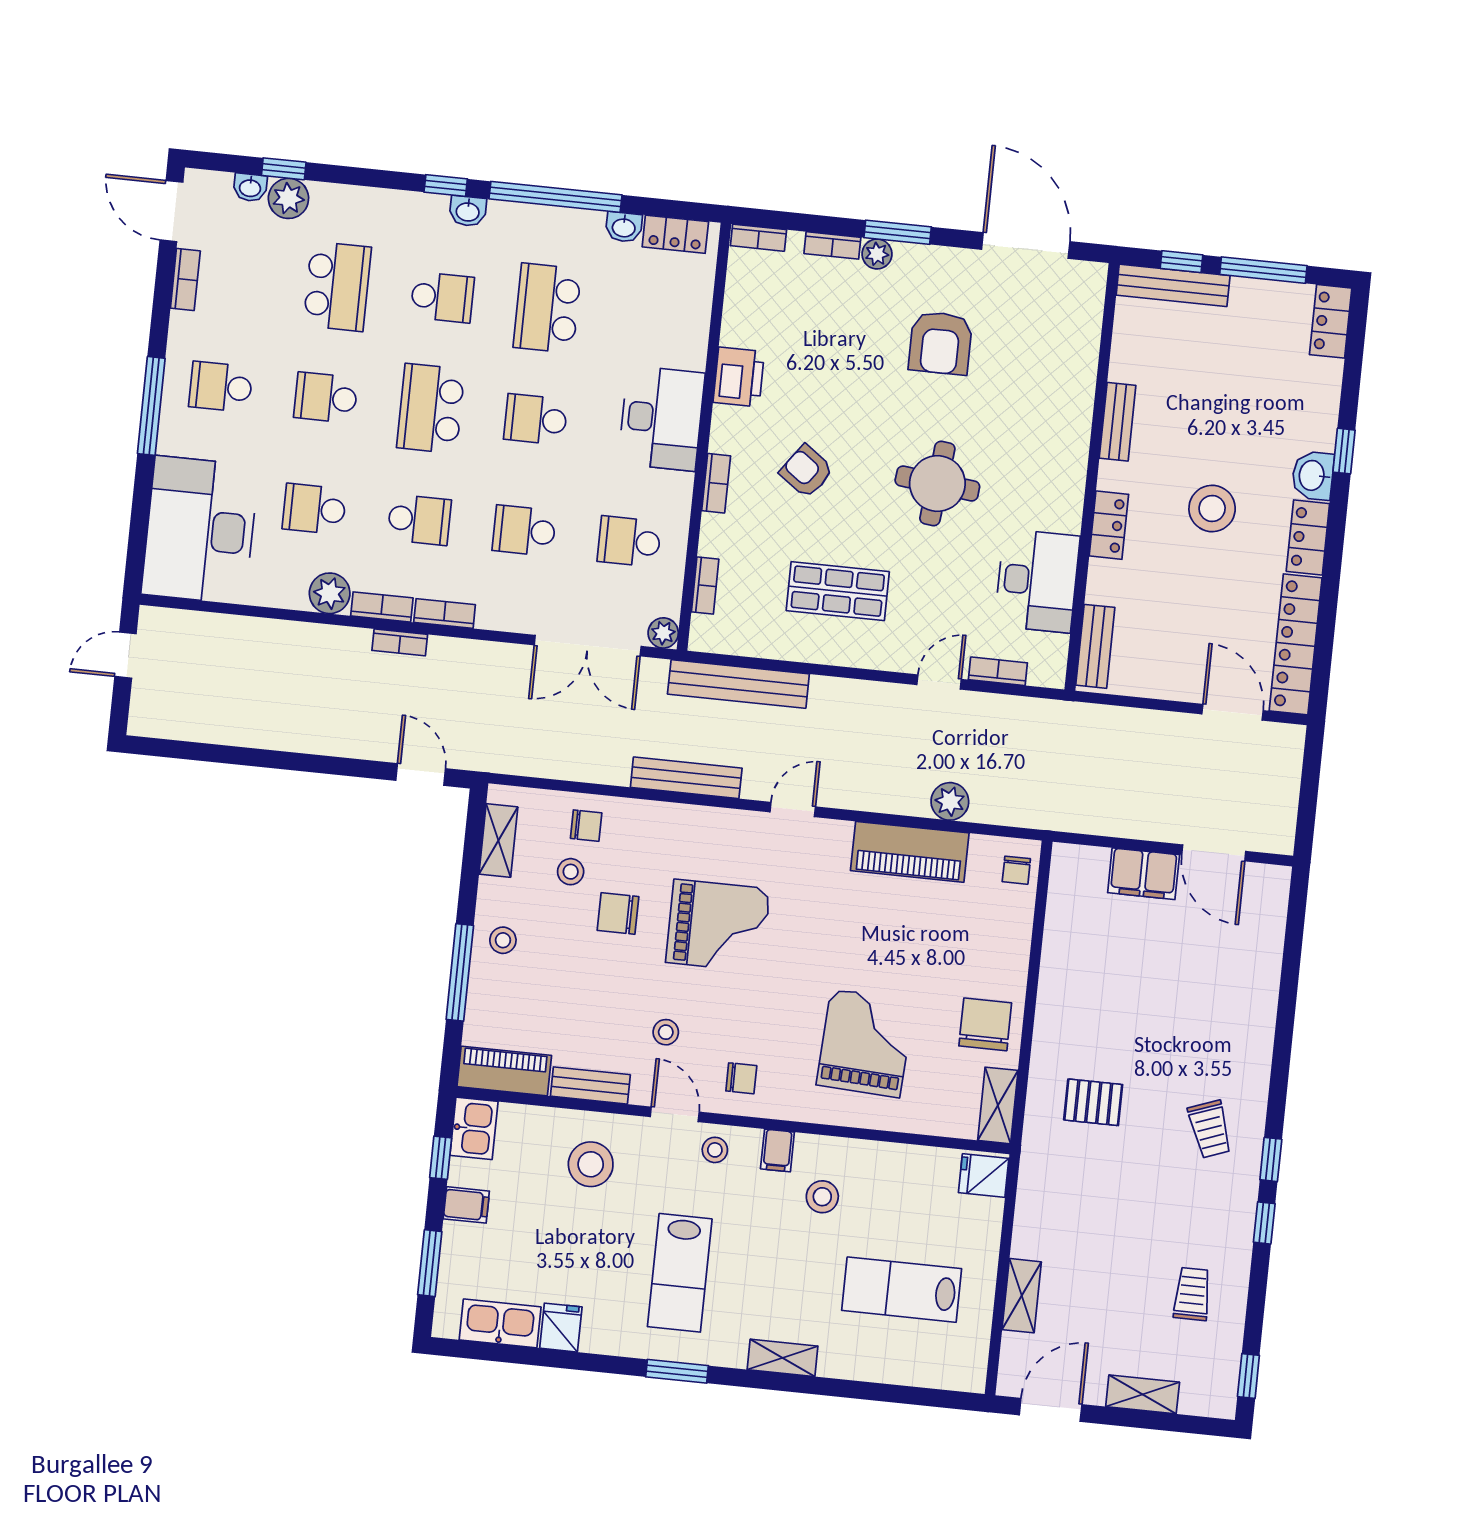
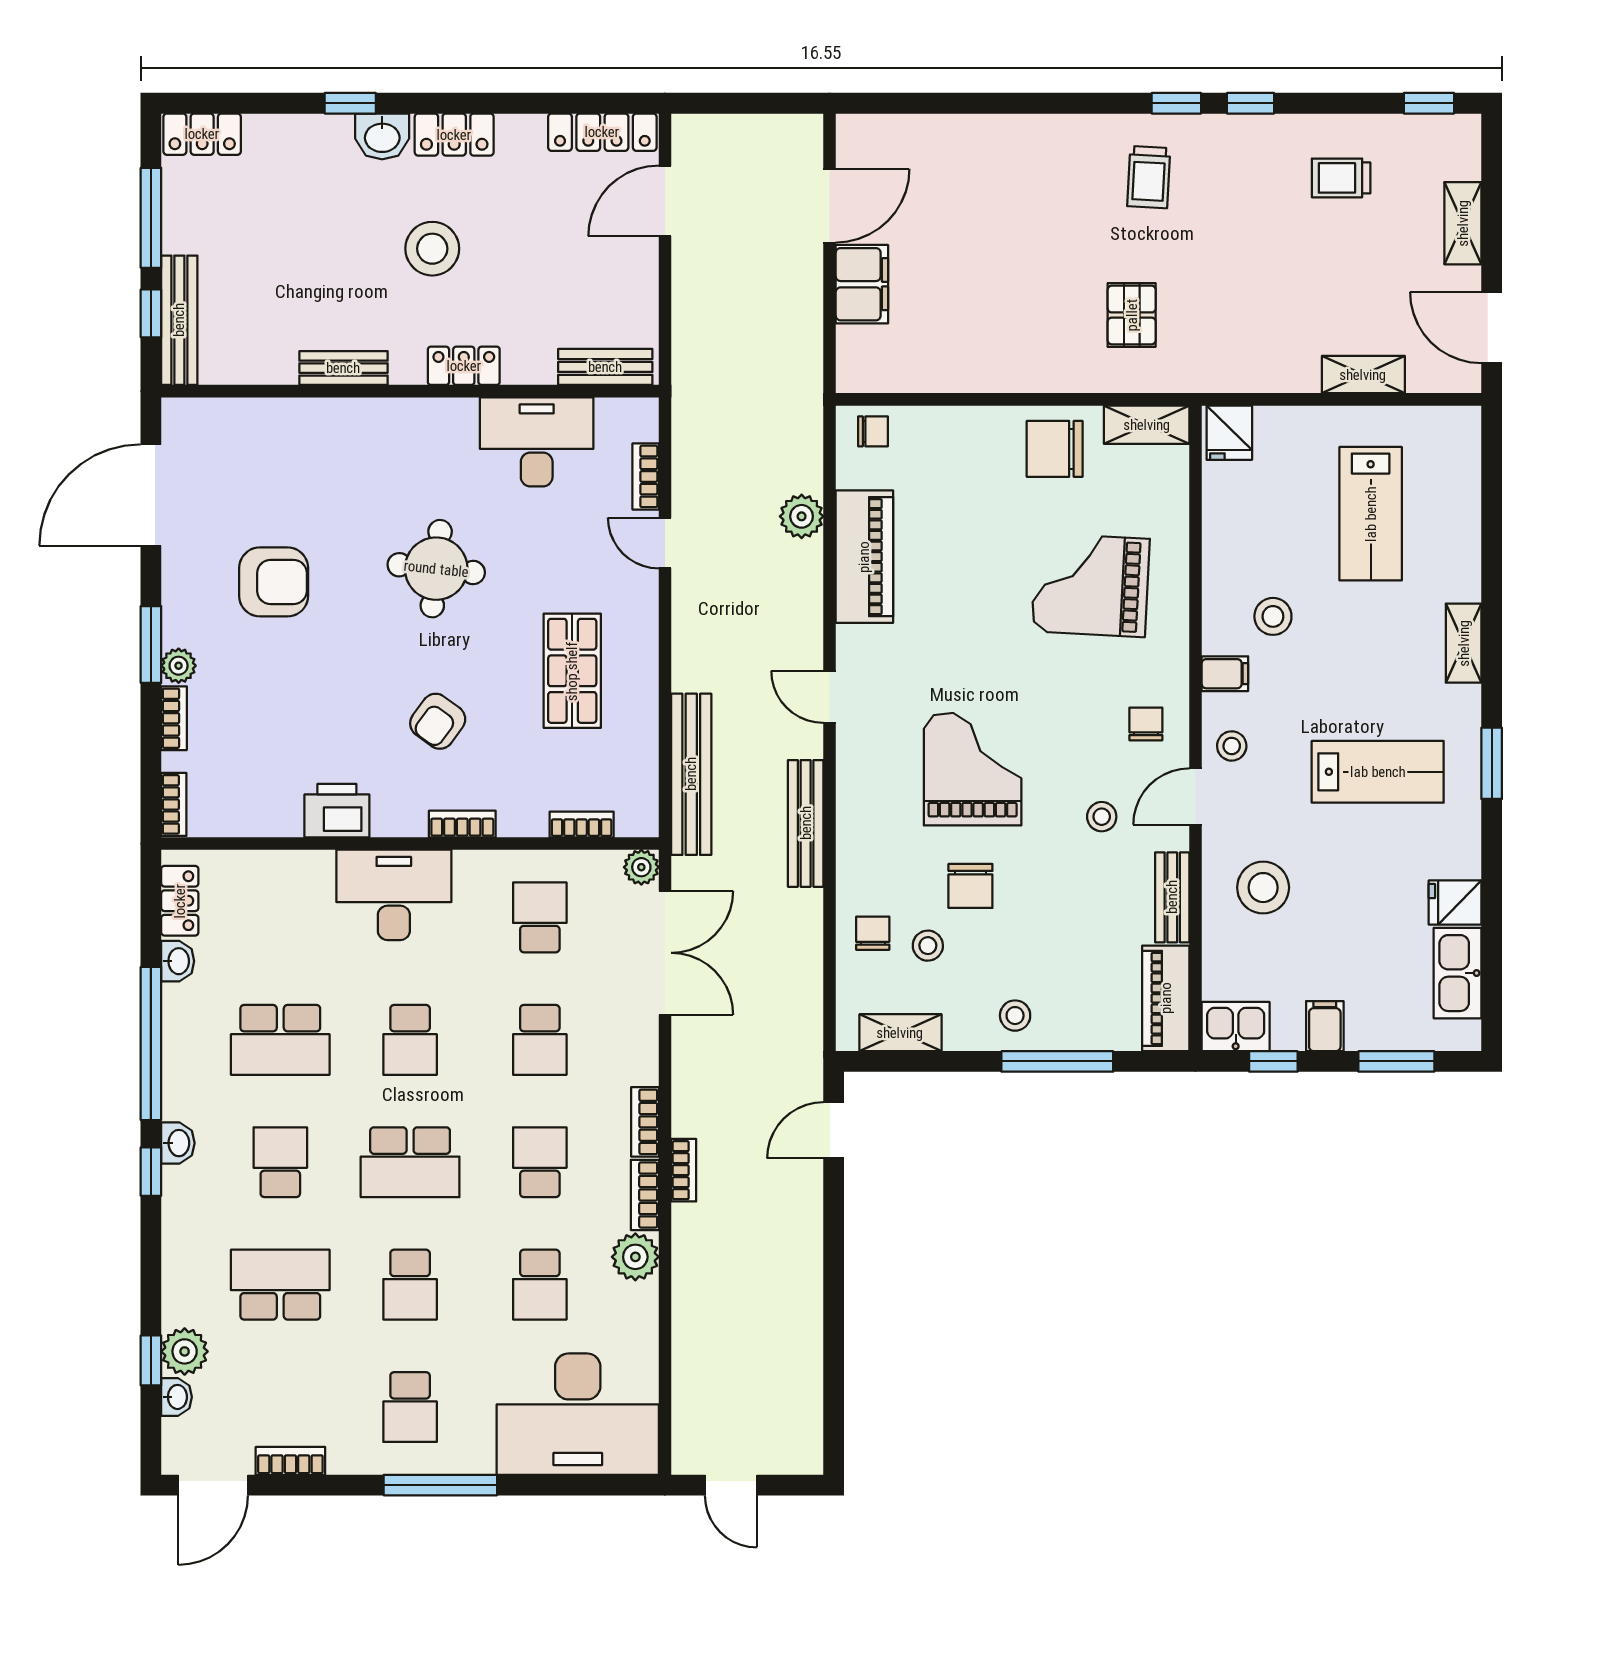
school desk: (629, 541) -> (540, 917), turned 180
locker: (1296, 644) -> (602, 132), width x0.71, depth x0.83
trolley: (1210, 1129) -> (1149, 177), turned 113

